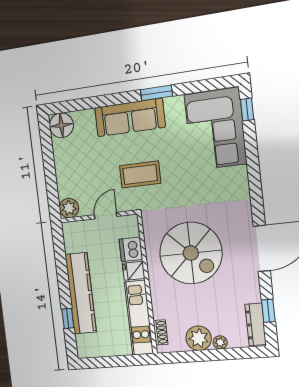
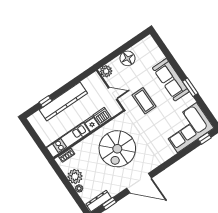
floor lamp: (61, 125) -> (128, 58), moved

